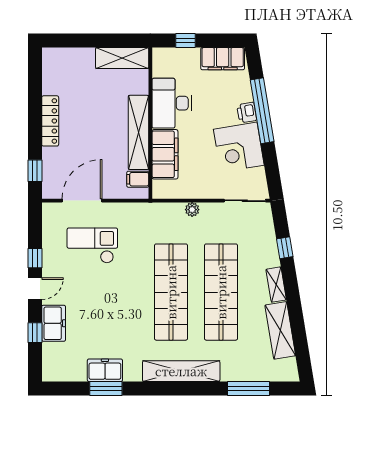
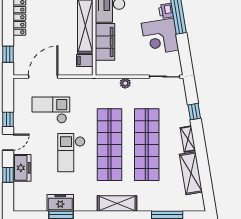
checkout: (120, 303) -> (71, 153), added
shelving: (181, 371) -> (117, 203), width x0.68

